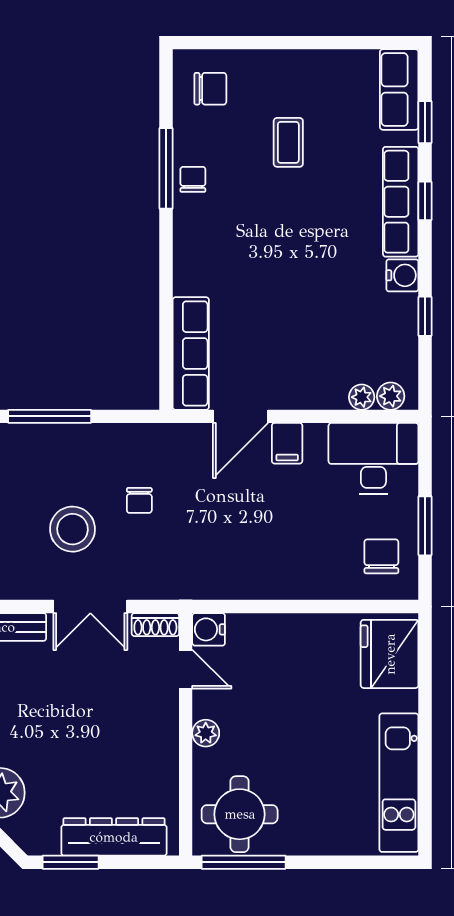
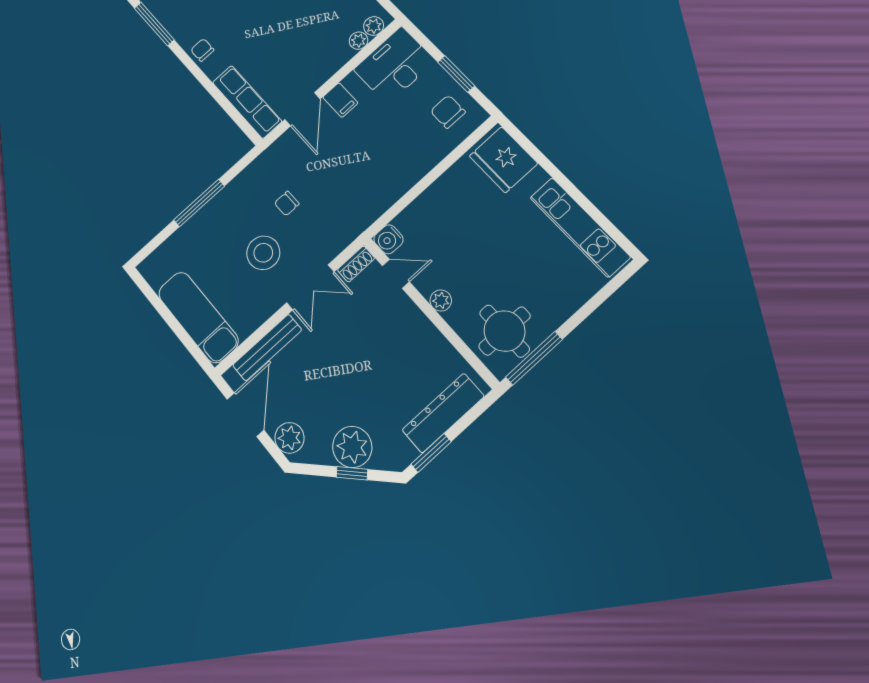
chair: (193, 179) -> (202, 50), moved
chair: (139, 500) -> (287, 204), turned 90

